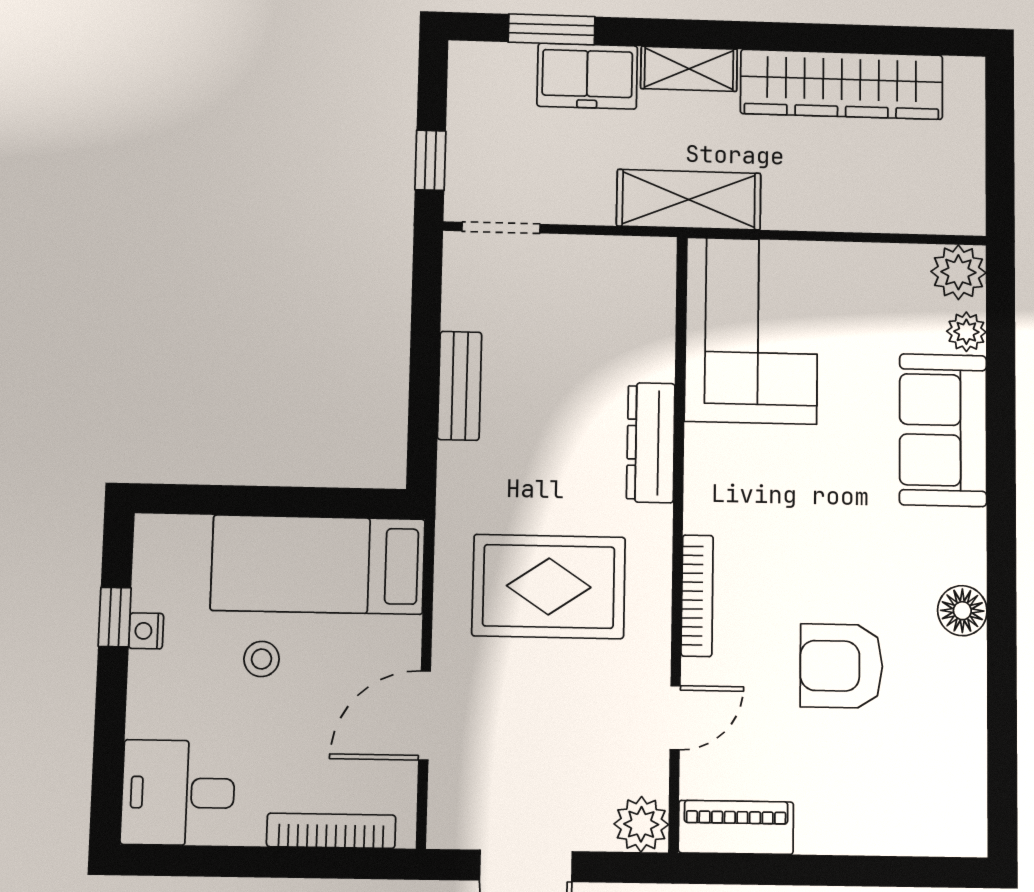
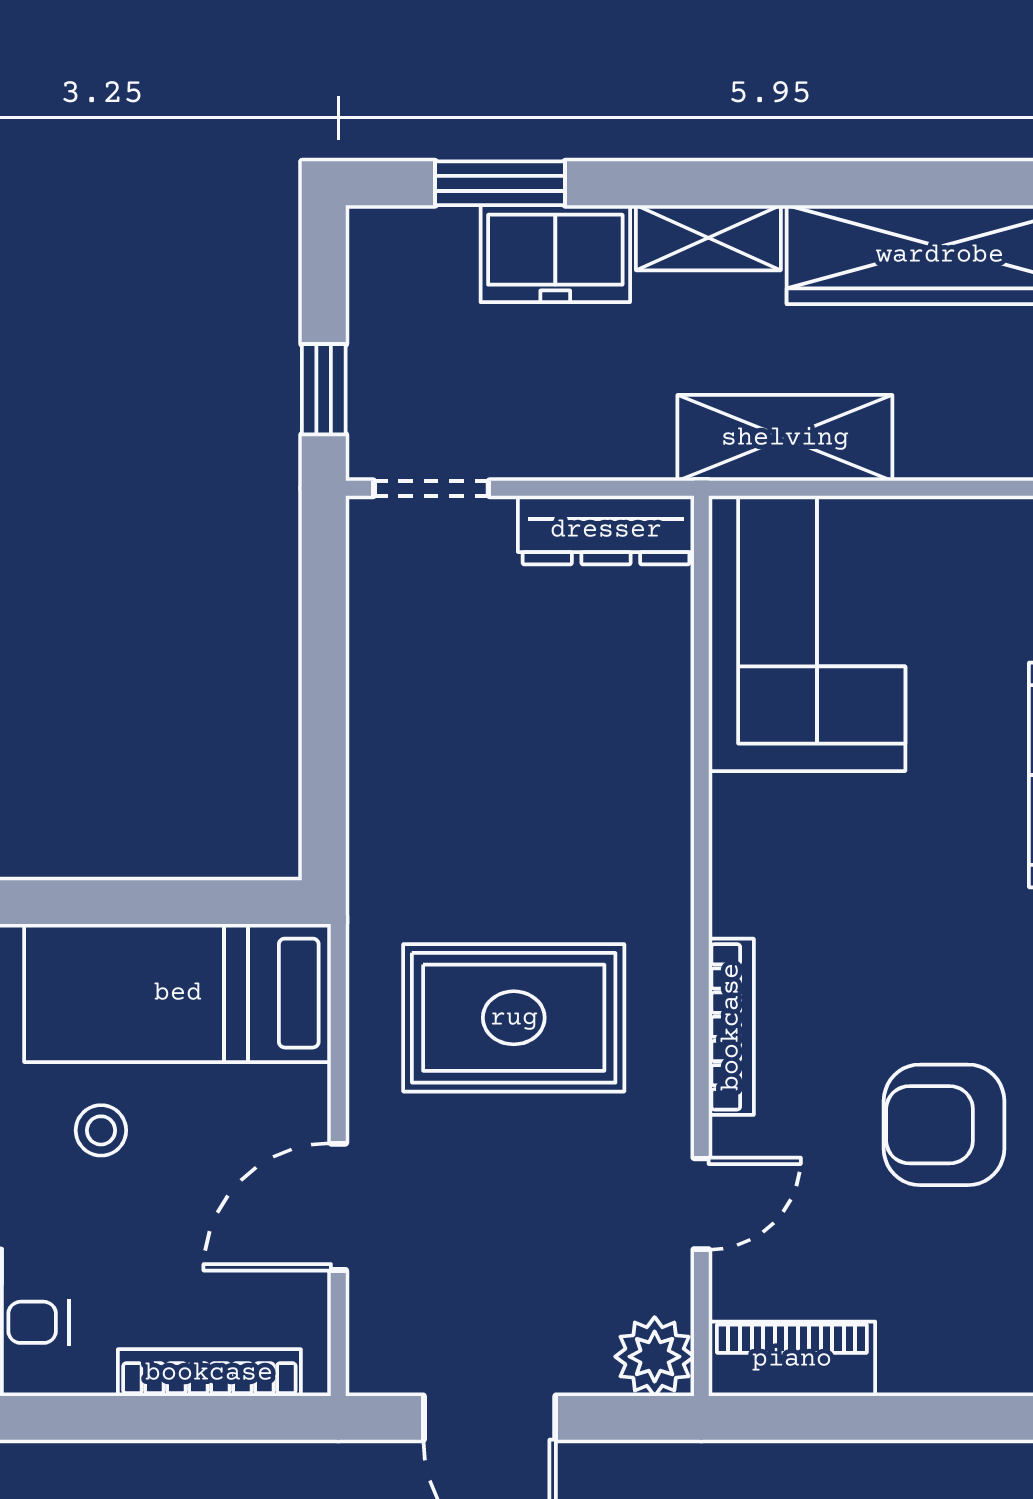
shelving: (689, 200) -> (785, 438), moved
bench: (460, 386) -> (376, 726), removed
dresser: (651, 443) -> (606, 530), moved, turned -90

